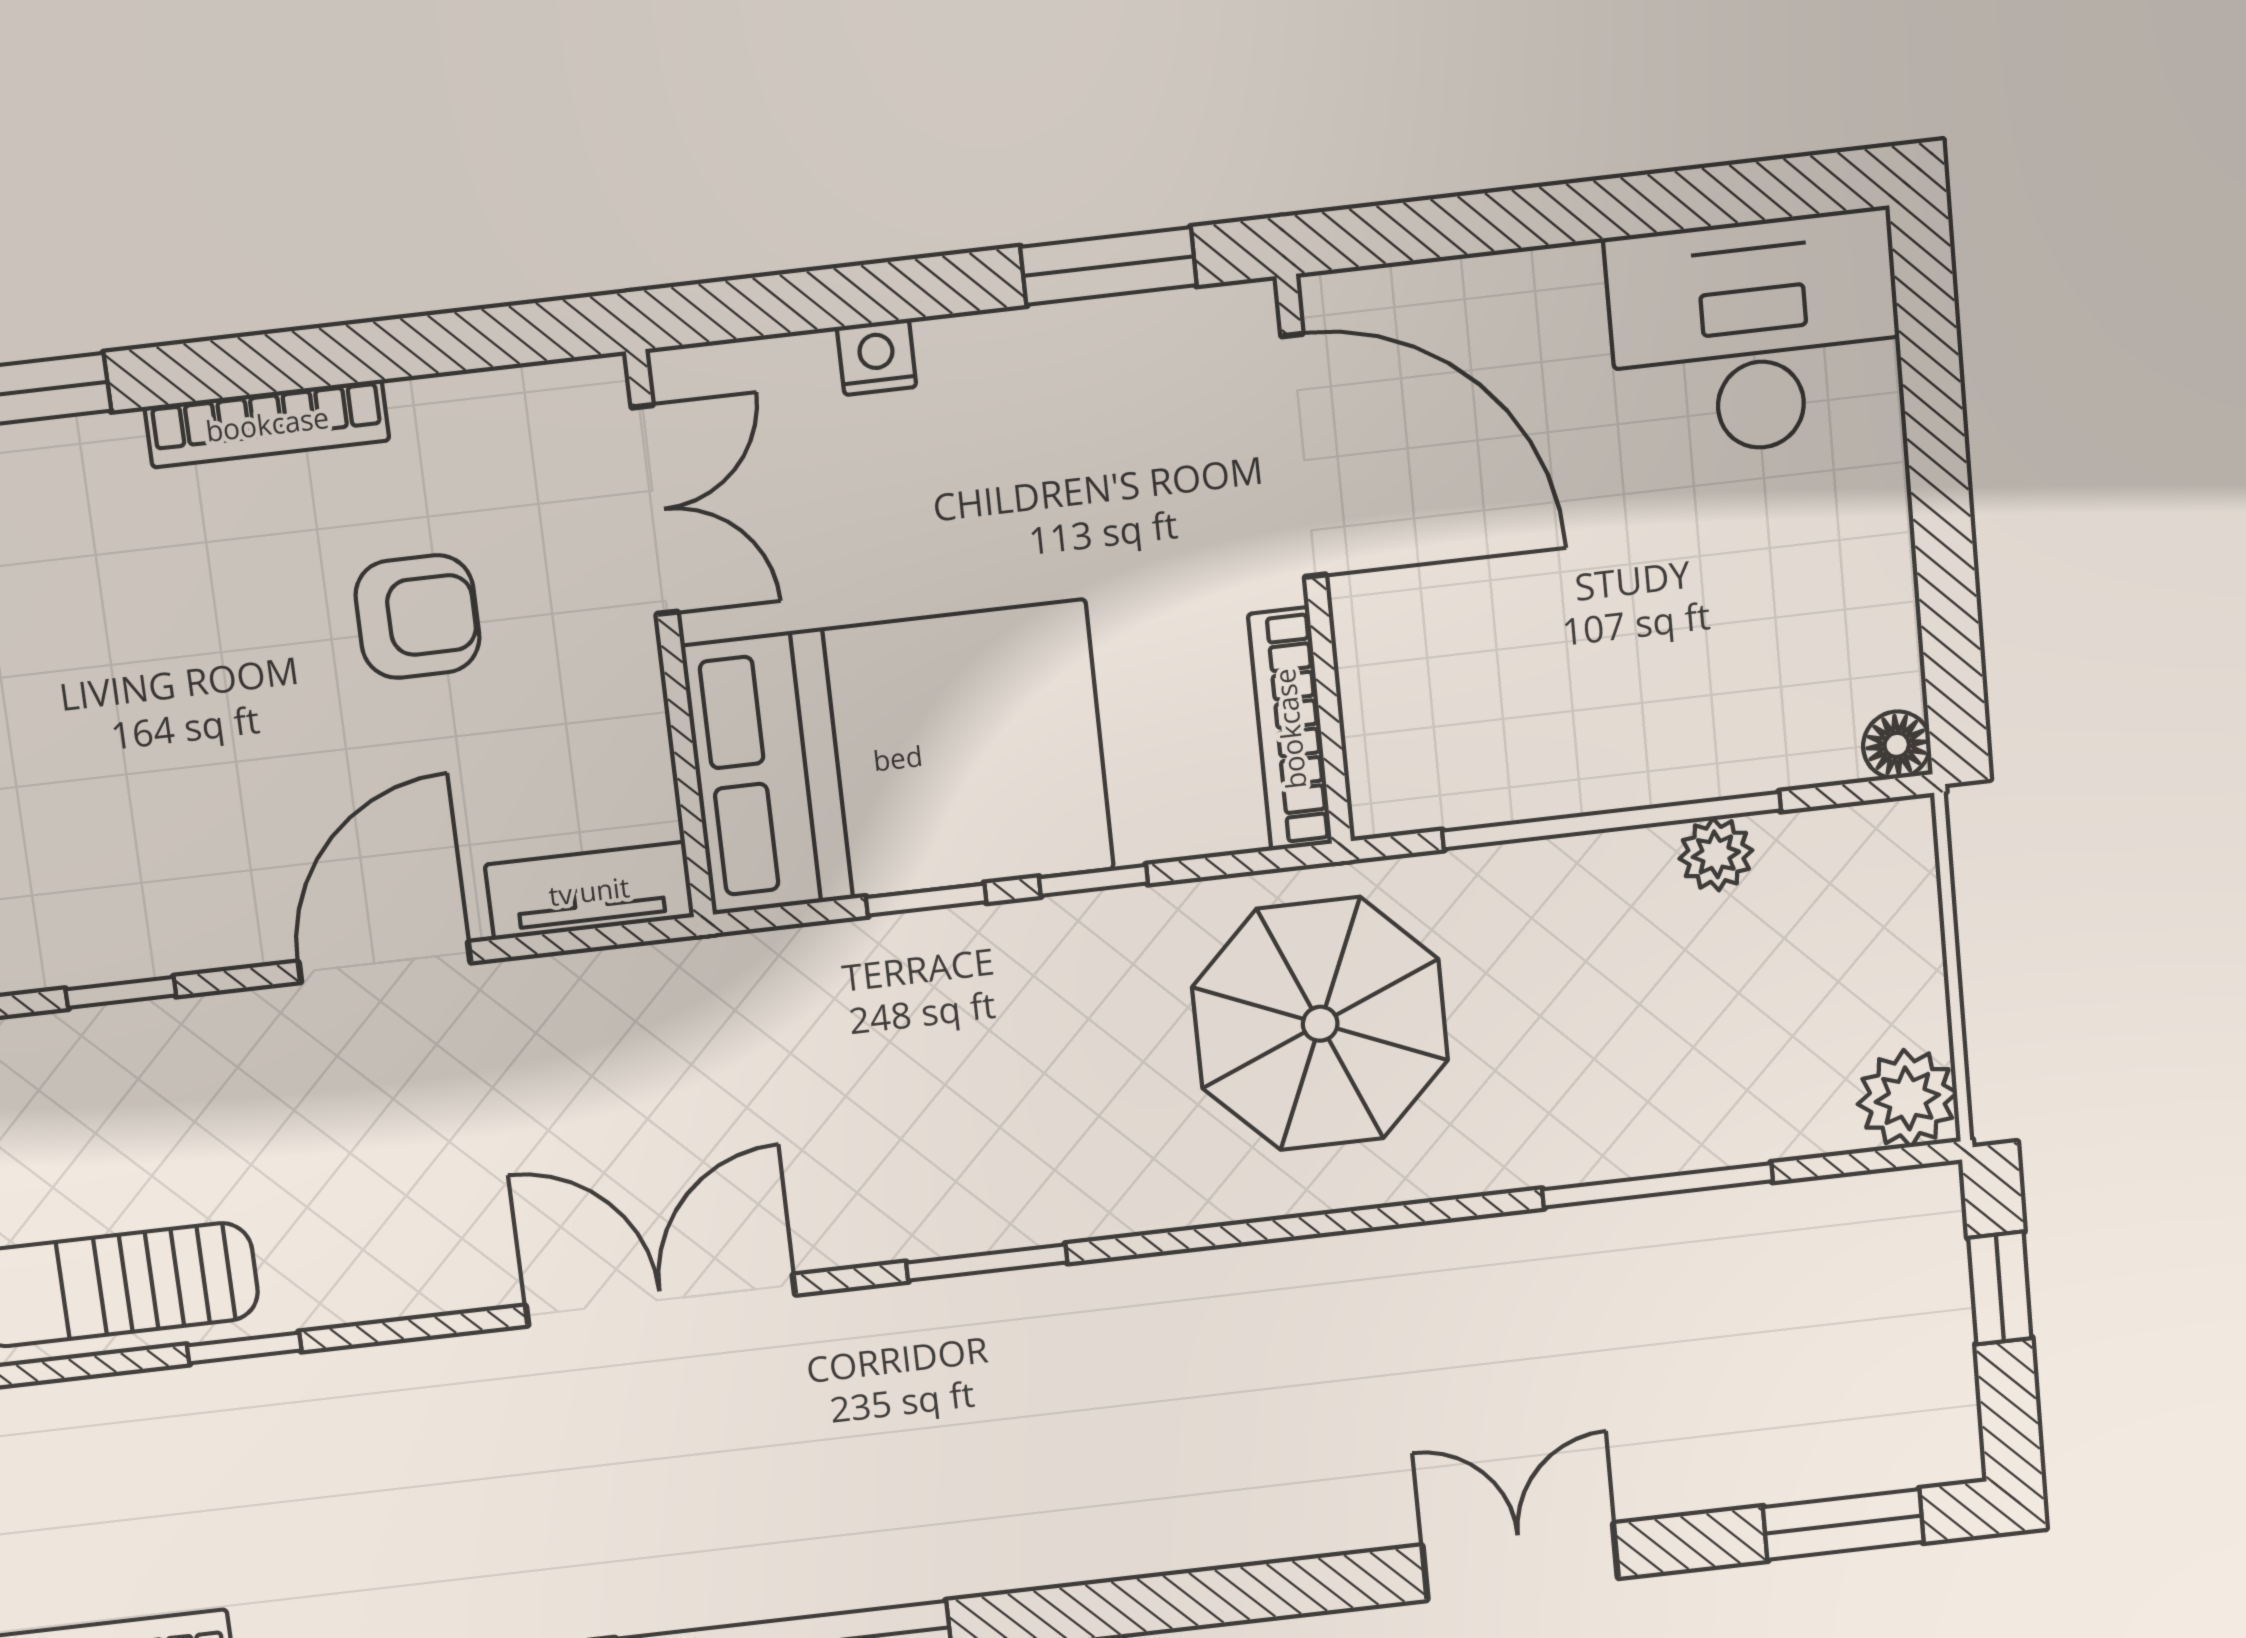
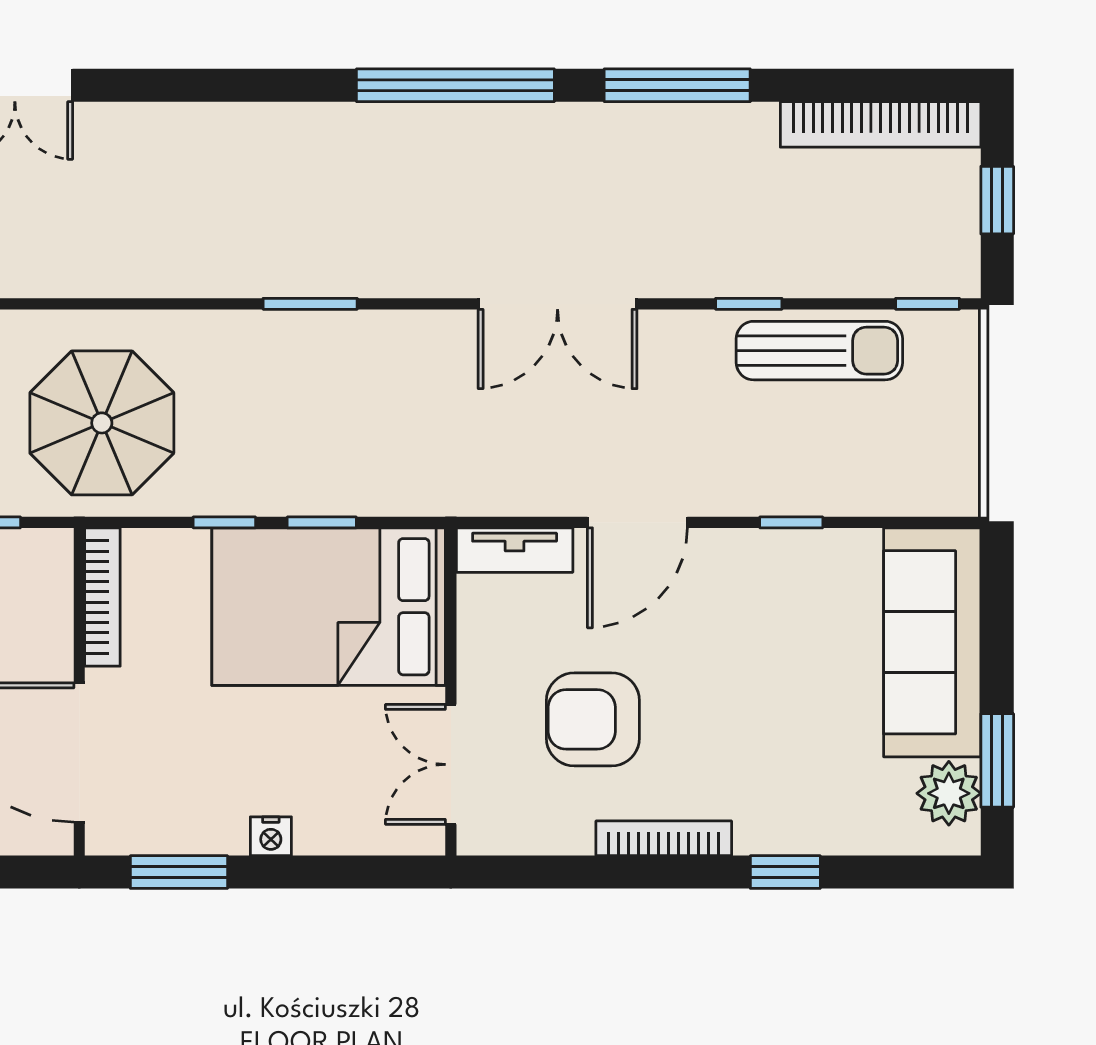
nightstand: (877, 357) -> (271, 836), moved
armchair: (417, 617) -> (593, 719), width x1.38, depth x1.38
double door: (660, 1300) -> (558, 304), moved

